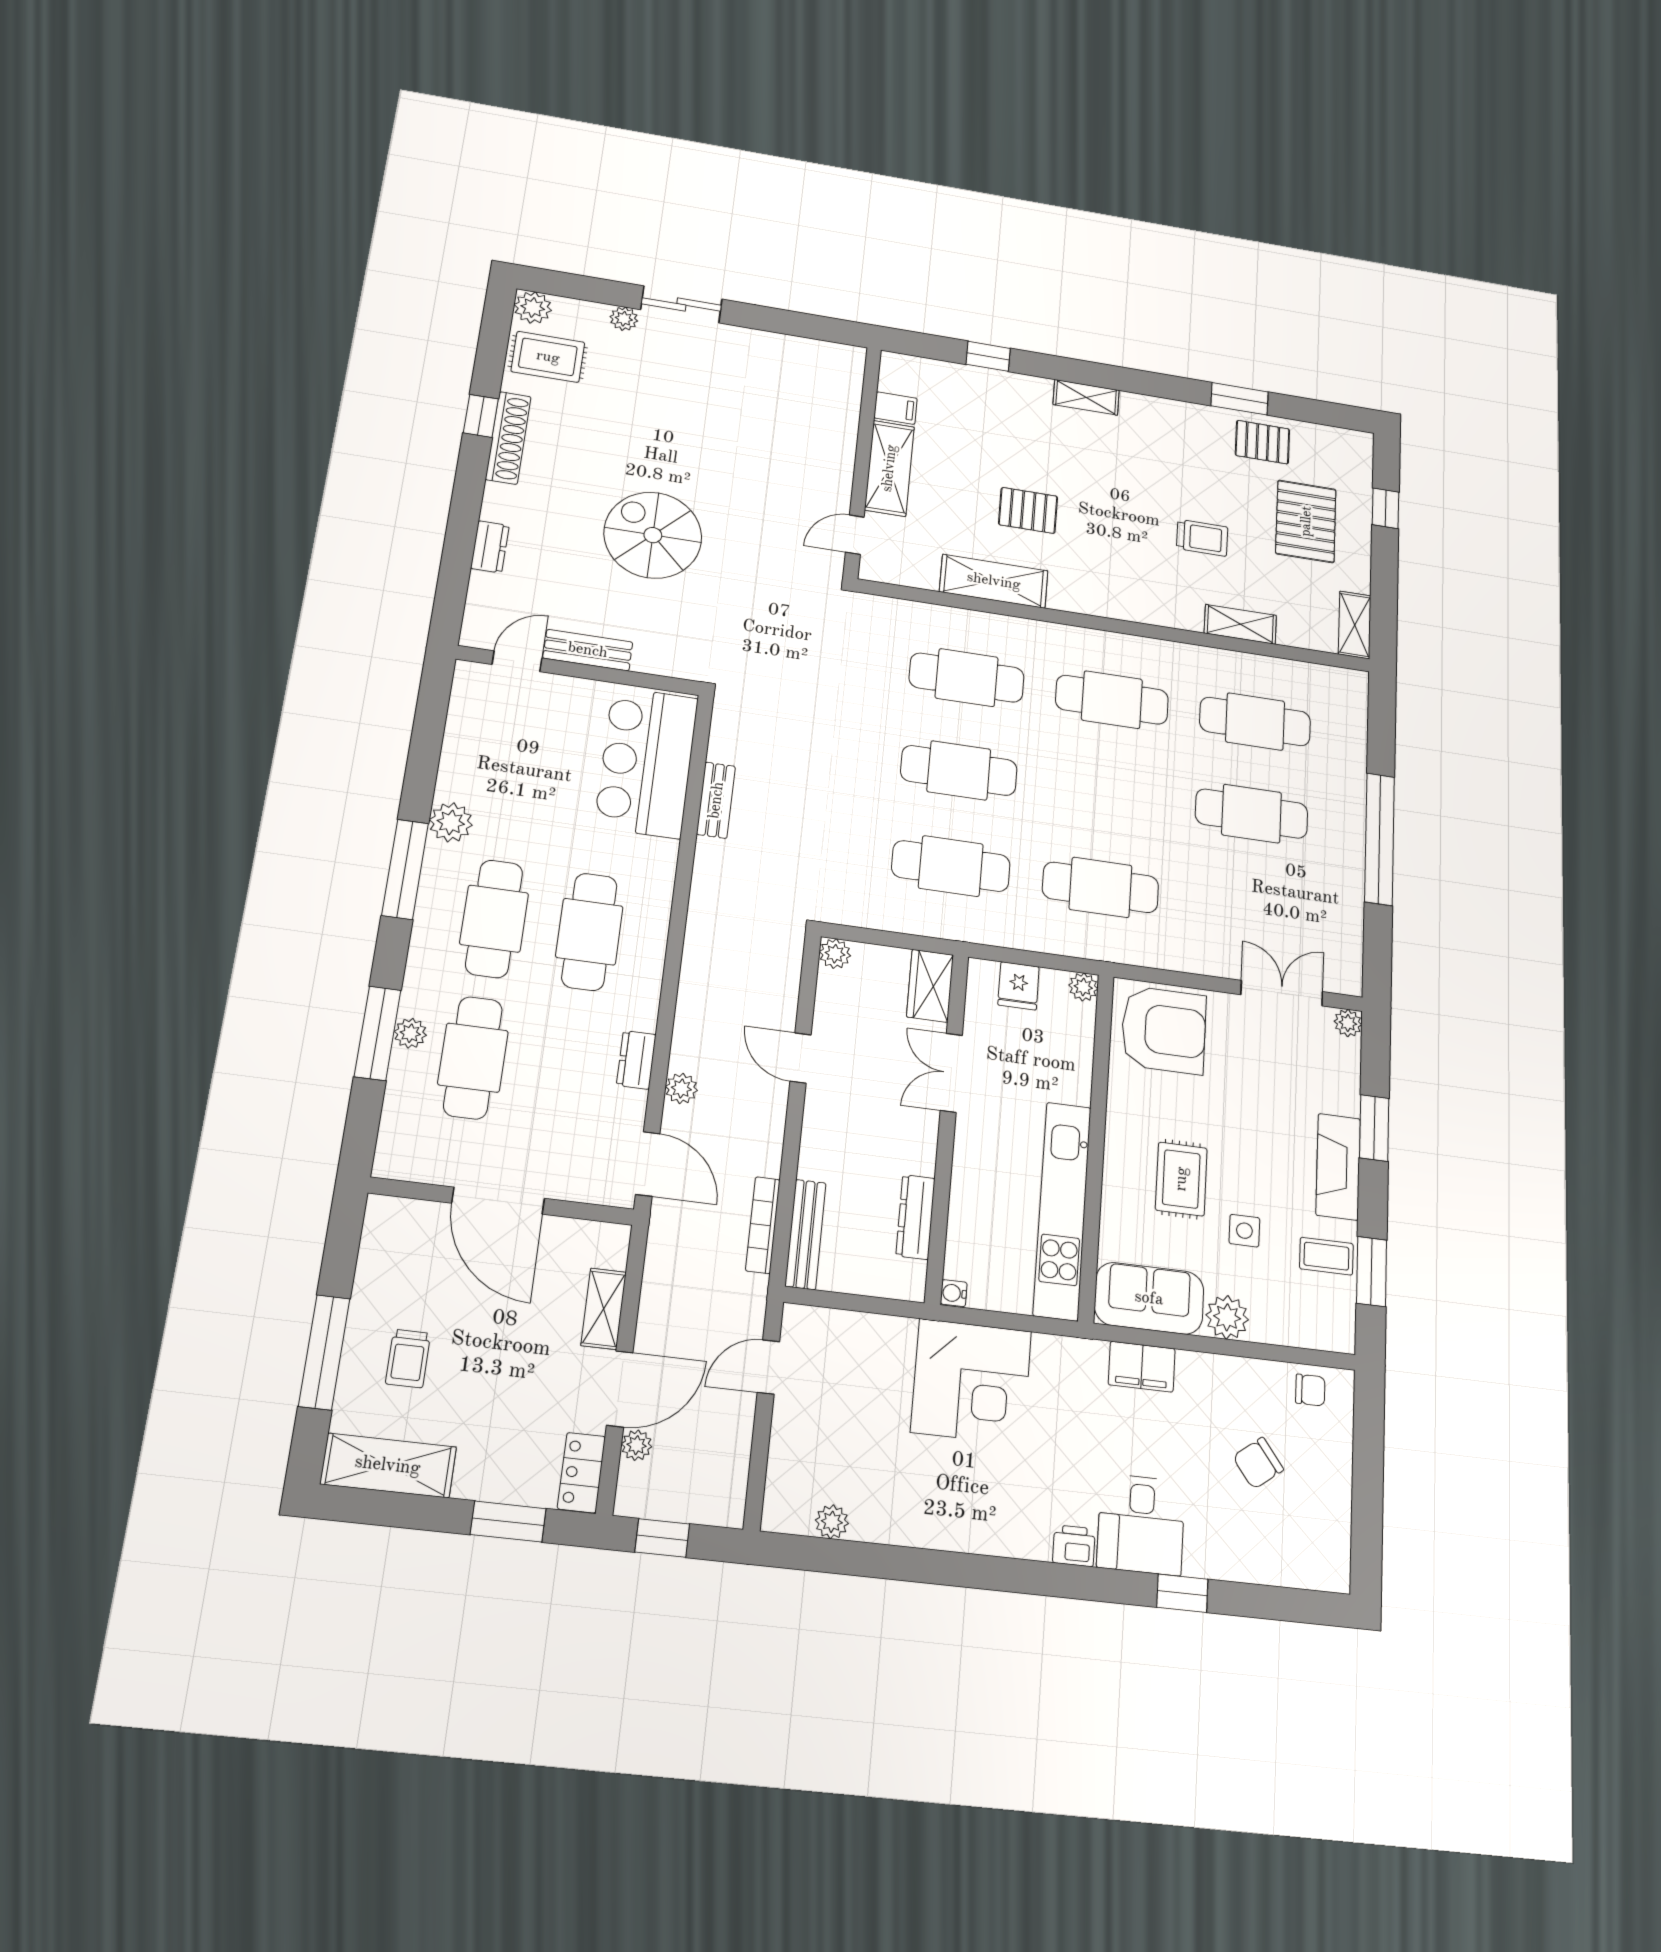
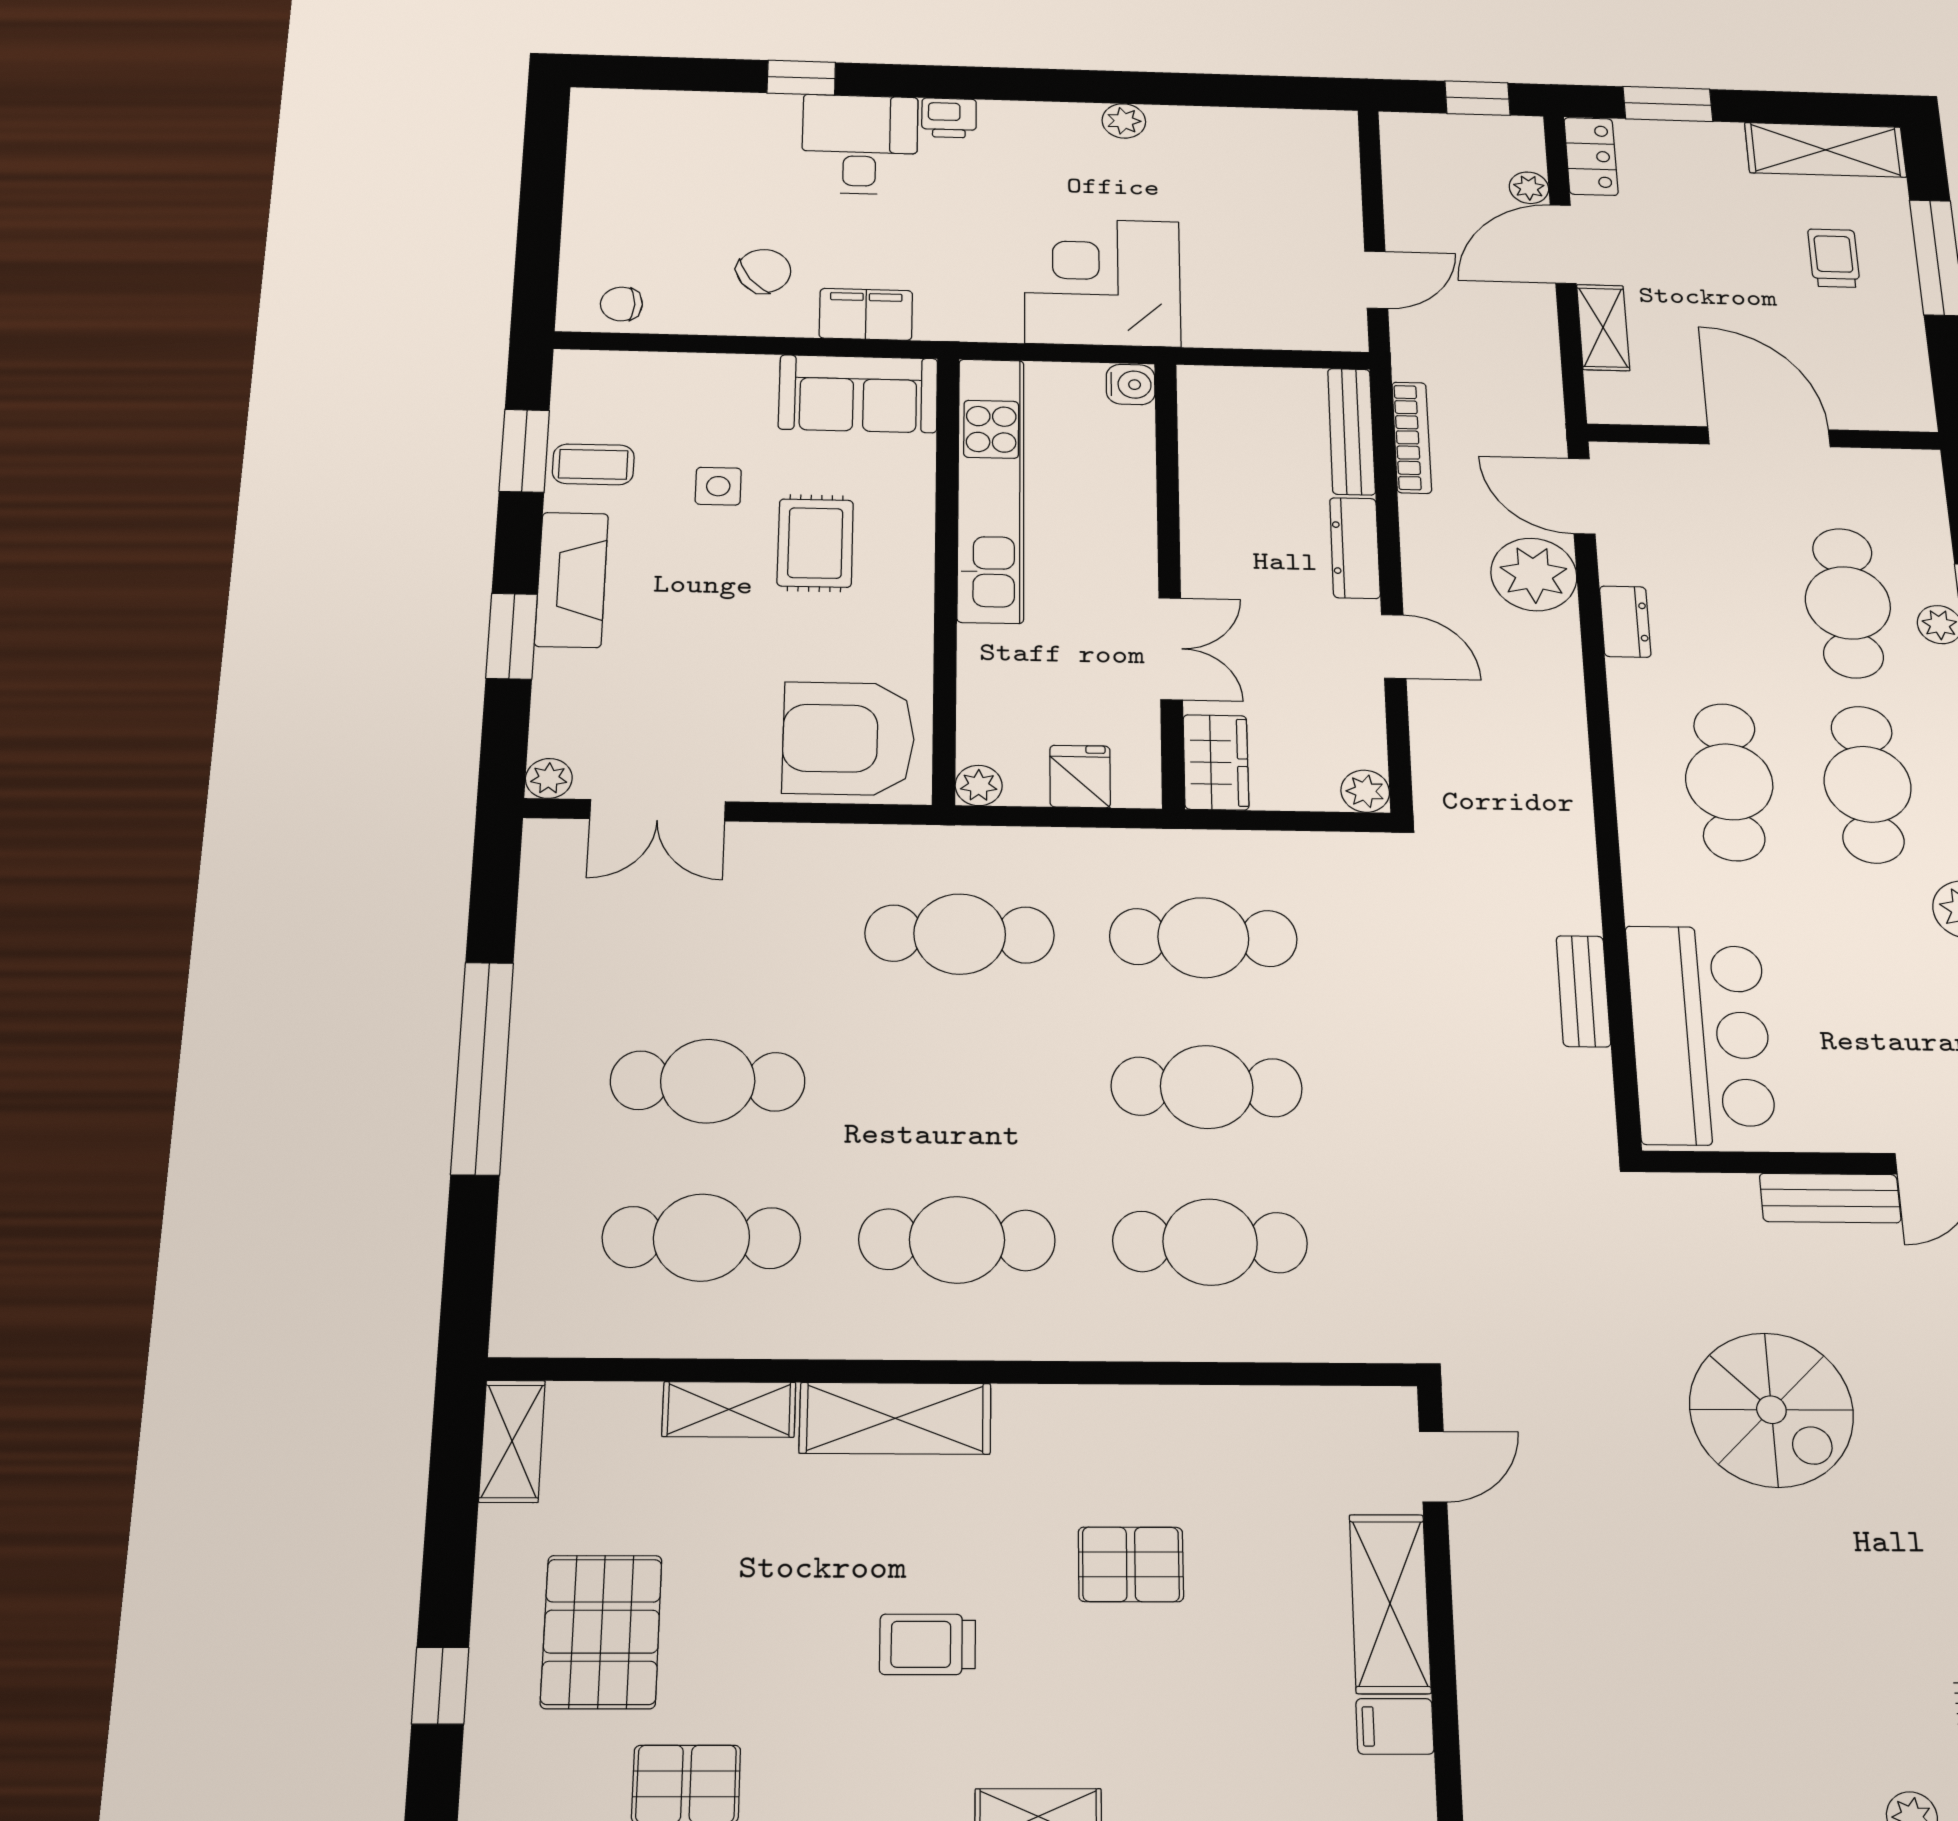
trolley: (1202, 538) -> (928, 1644), moved
shelving: (994, 581) -> (895, 1418), moved
plant: (681, 1088) -> (1534, 574), width x1.88, depth x1.88
dresser: (916, 1217) -> (1355, 548), moved, turned 180
water cooler: (954, 1293) -> (1131, 385), width x1.38, depth x1.38
plant: (1227, 1317) -> (743, 380), removed
chair: (1258, 1463) -> (764, 271), moved
plant: (832, 1522) -> (1124, 121), moved

